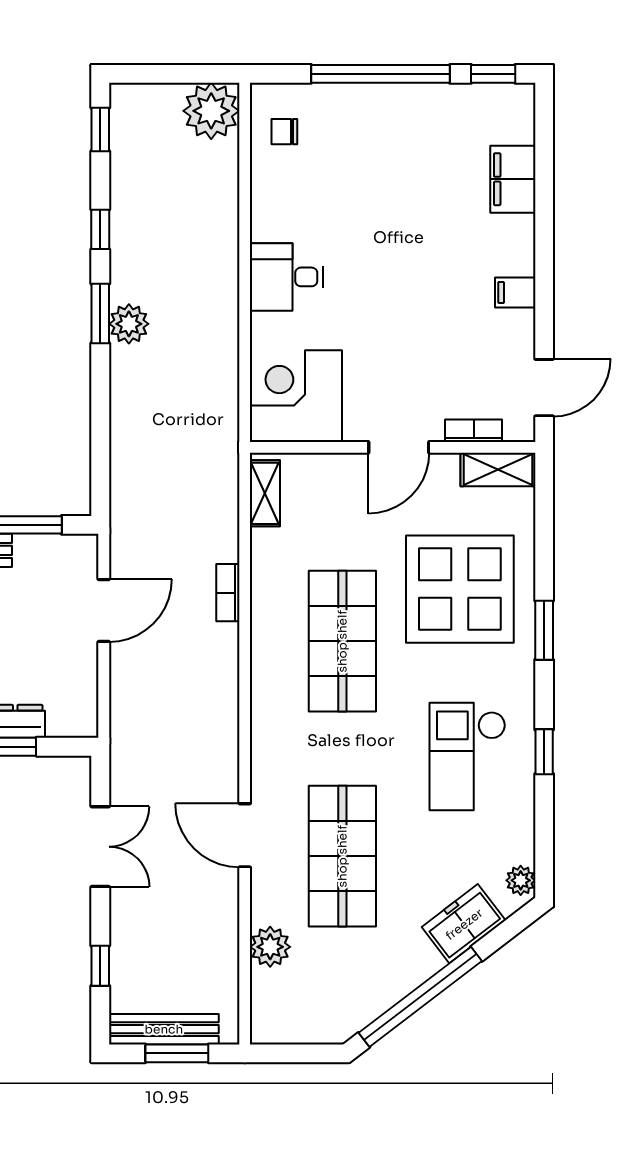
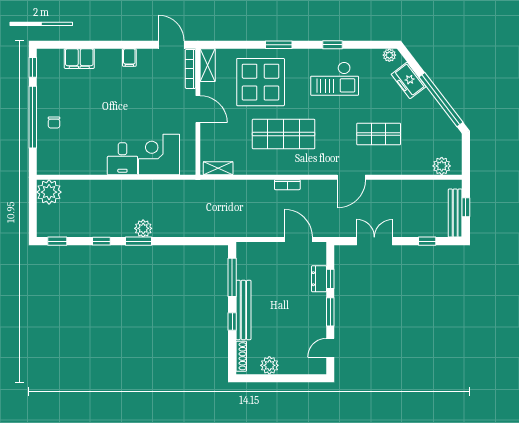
chair: (284, 132) -> (54, 123), moved
corner desk: (296, 396) -> (159, 155), moved, turned 90
bookcase: (474, 431) -> (190, 69), width x1.56
bookcase: (228, 593) -> (287, 185), moved
door: (104, 611) -> (299, 240), moved
door: (245, 835) -> (351, 177), moved
shop shelf: (342, 856) -> (379, 134), width x0.70, depth x0.74
plant: (270, 947) -> (442, 166), moved
window: (177, 1053) -> (466, 207), width x0.67

